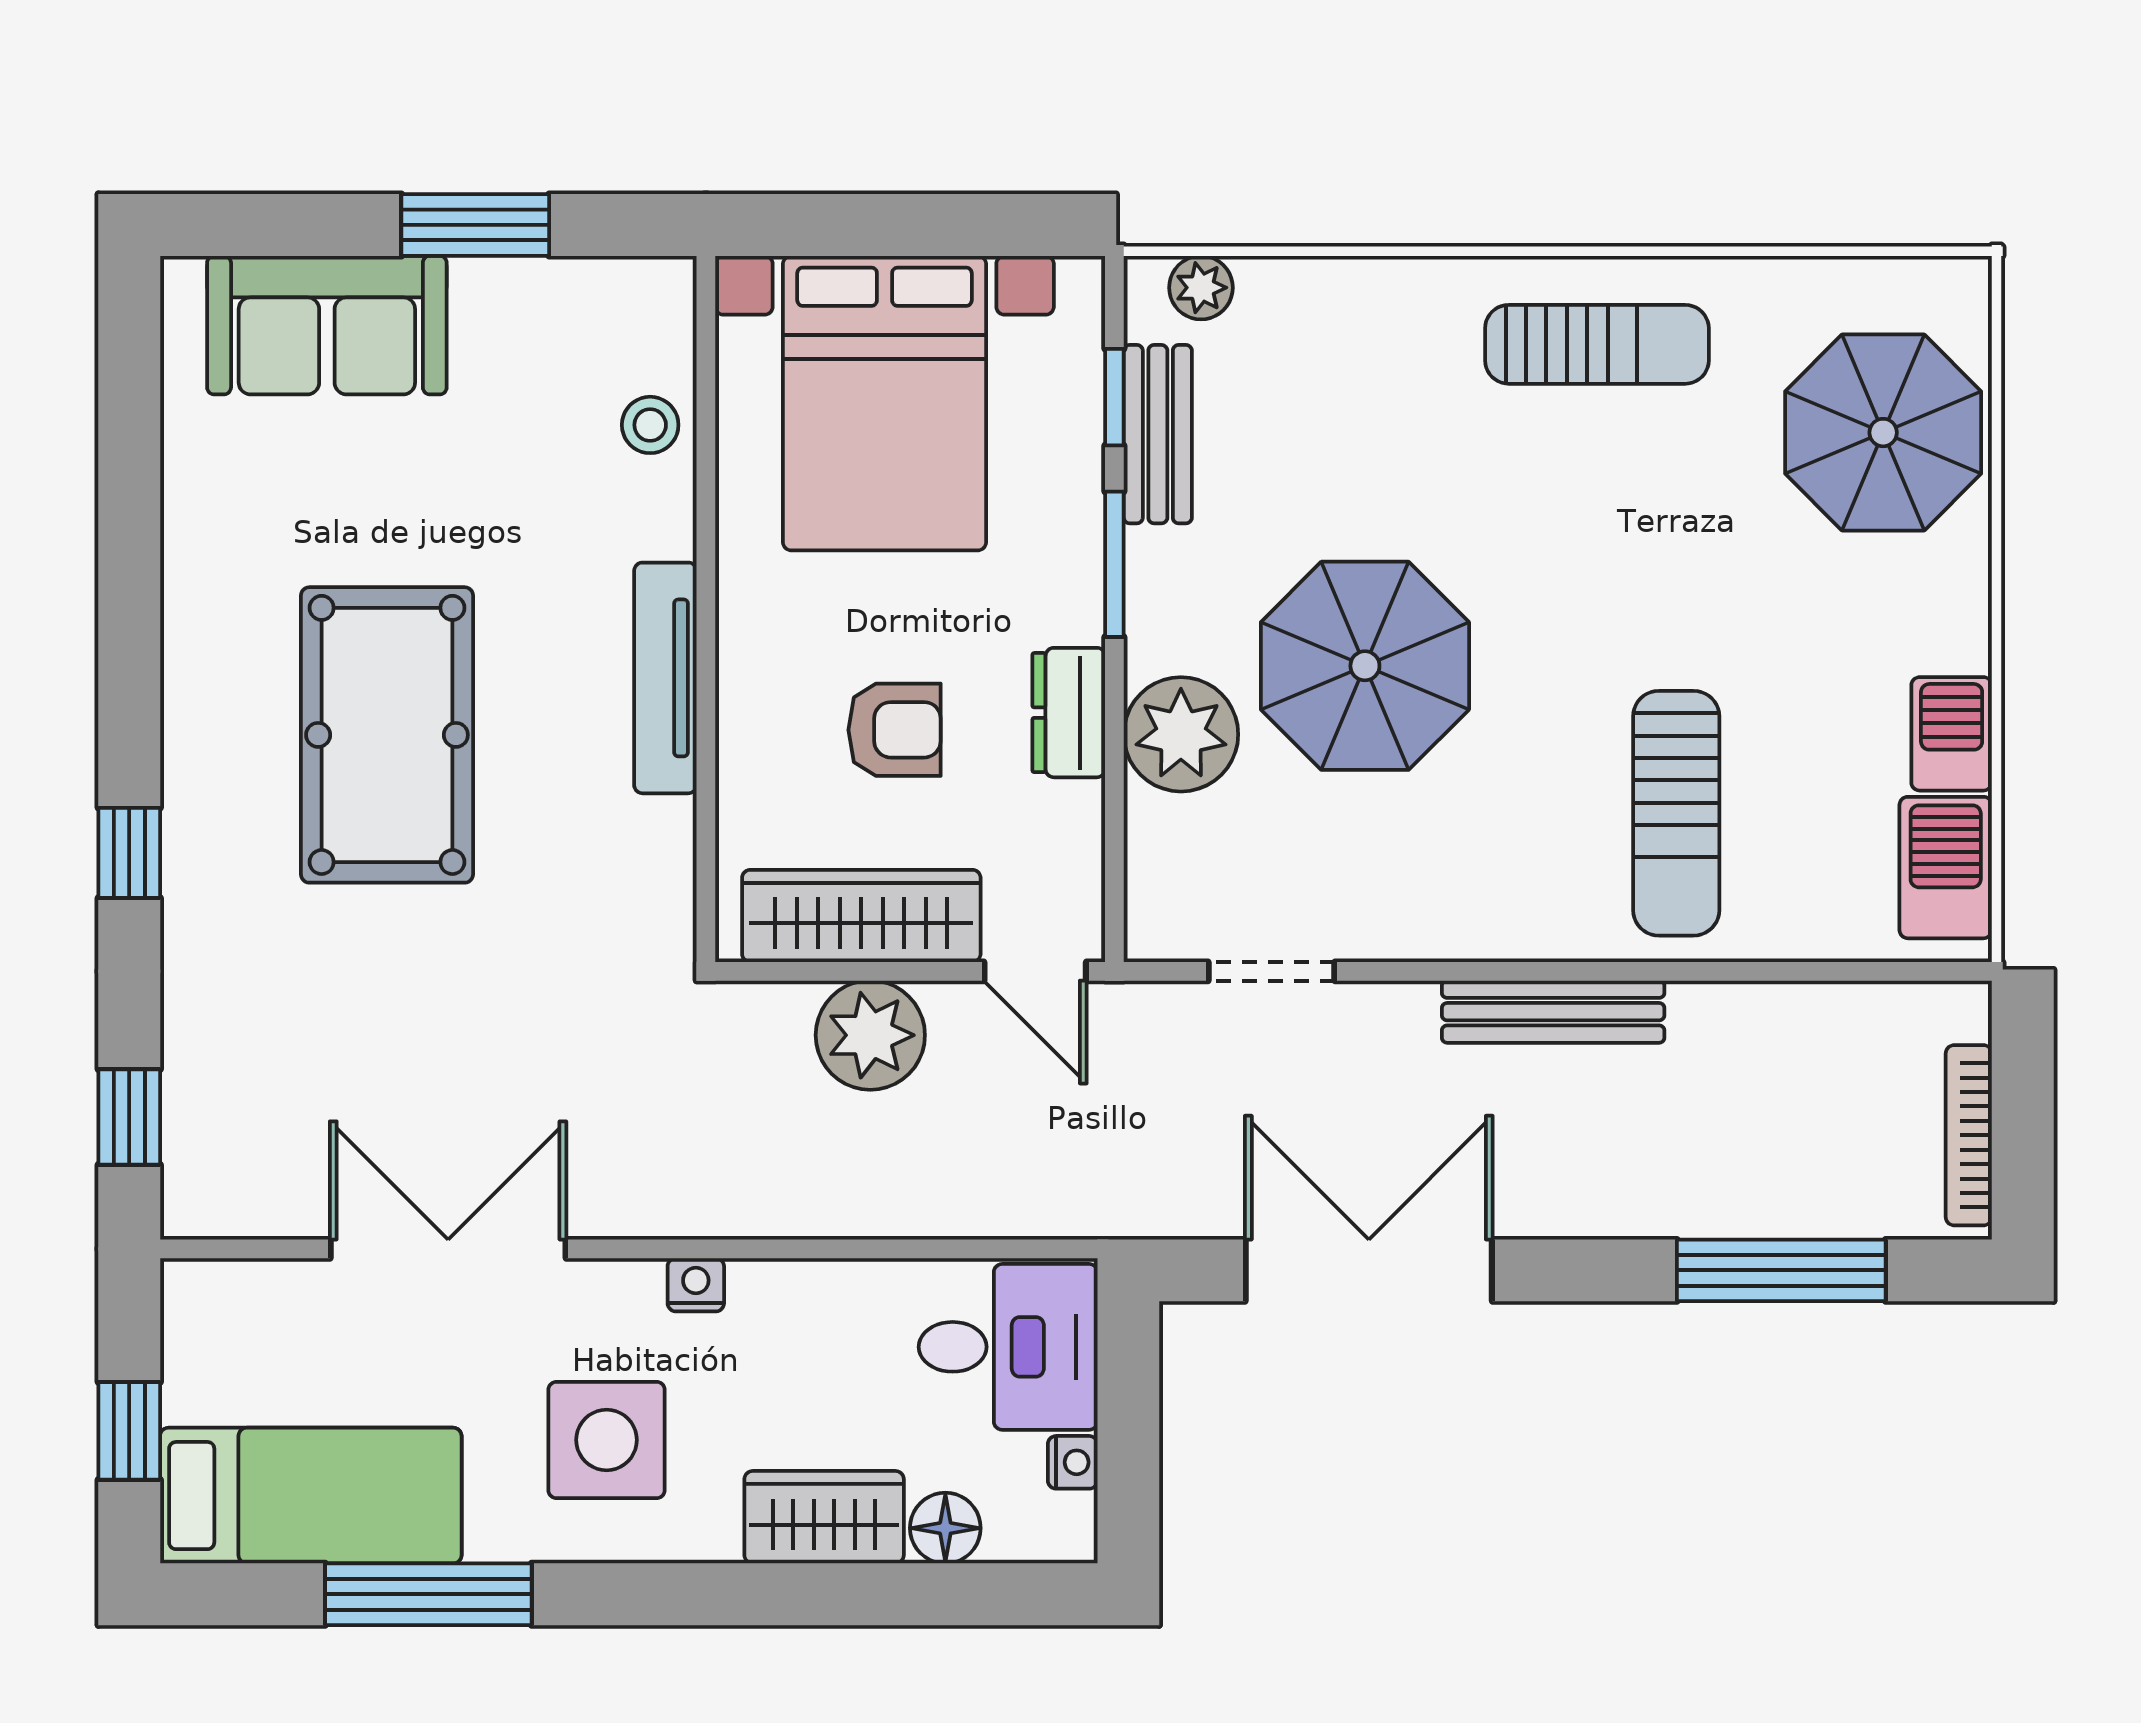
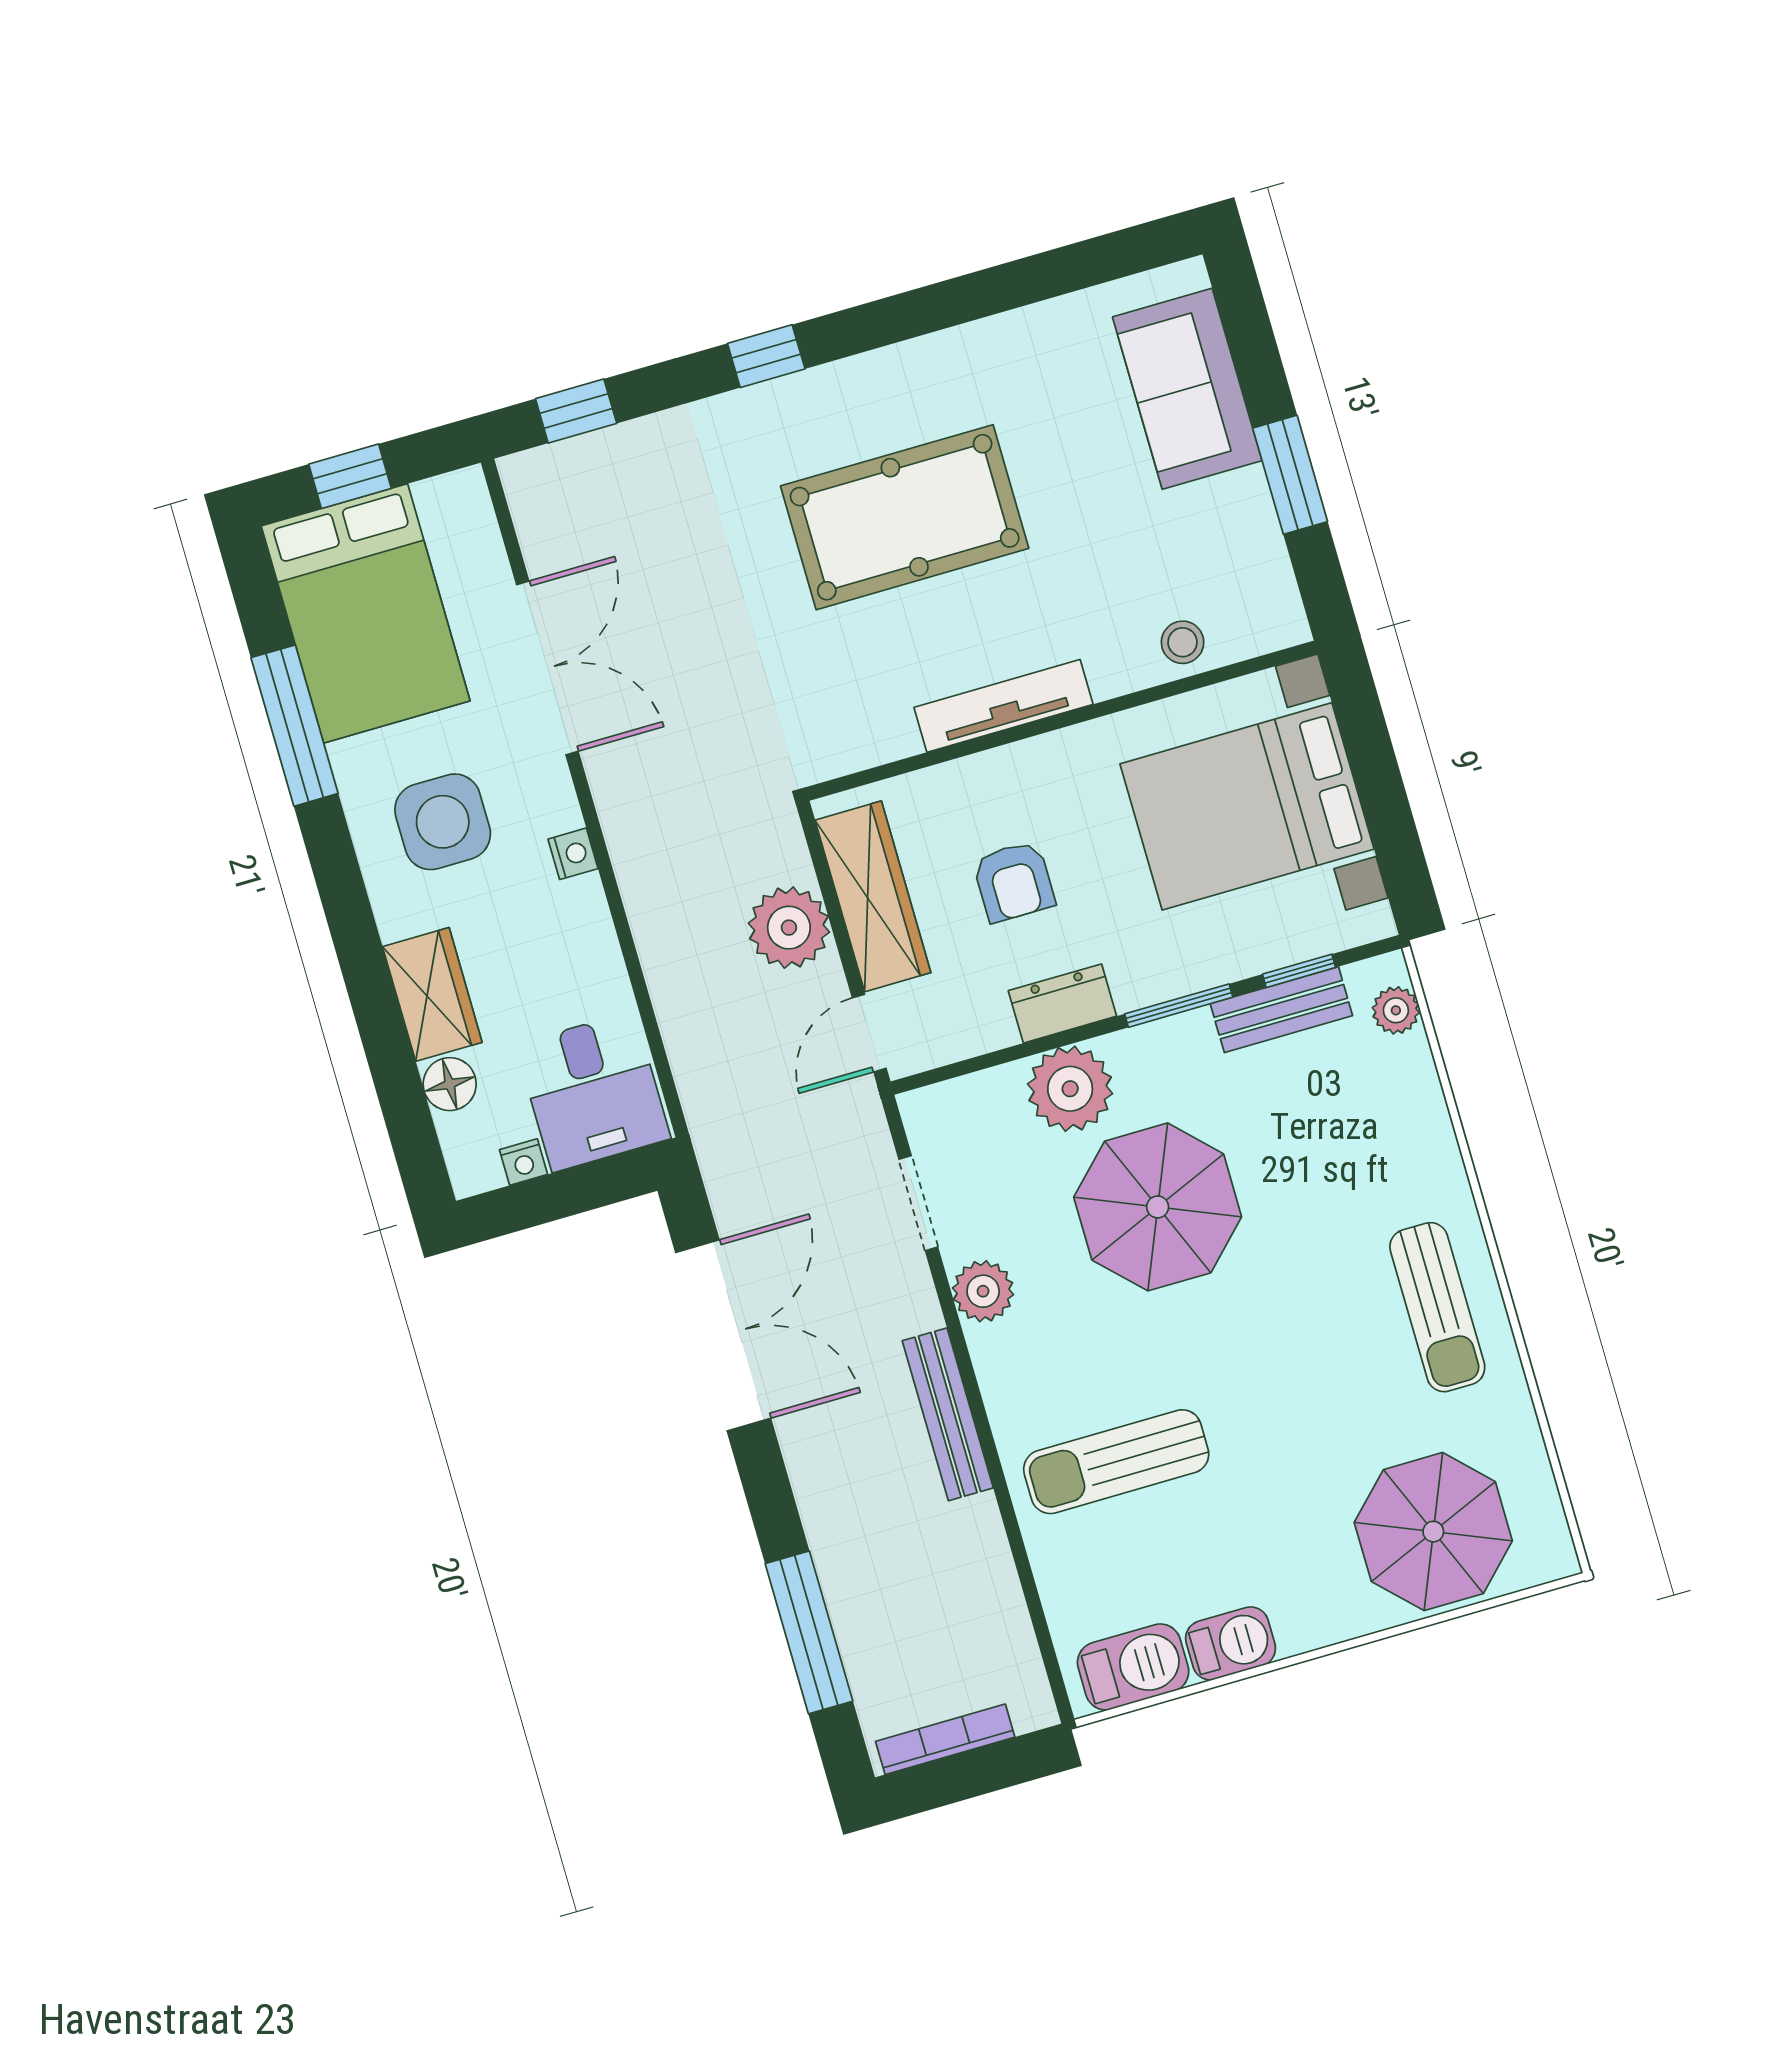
plant: (1408, 921) -> (983, 1291), added
bed: (311, 1496) -> (366, 613), width x1.50

